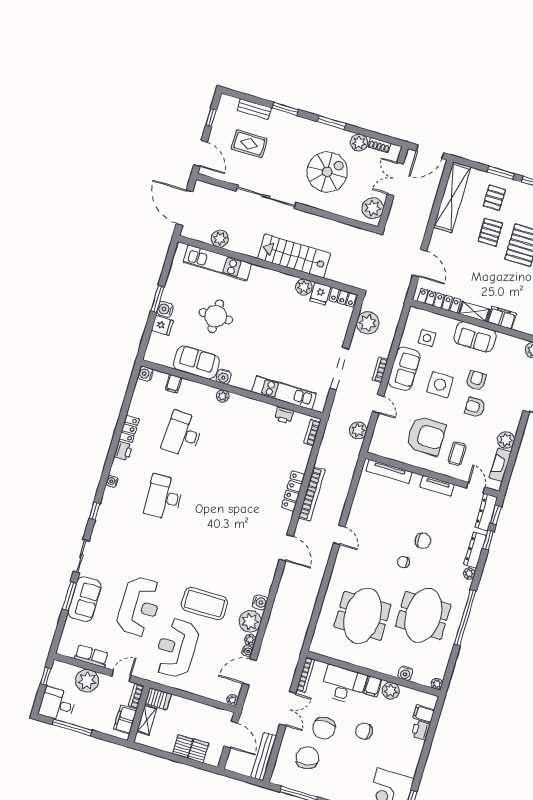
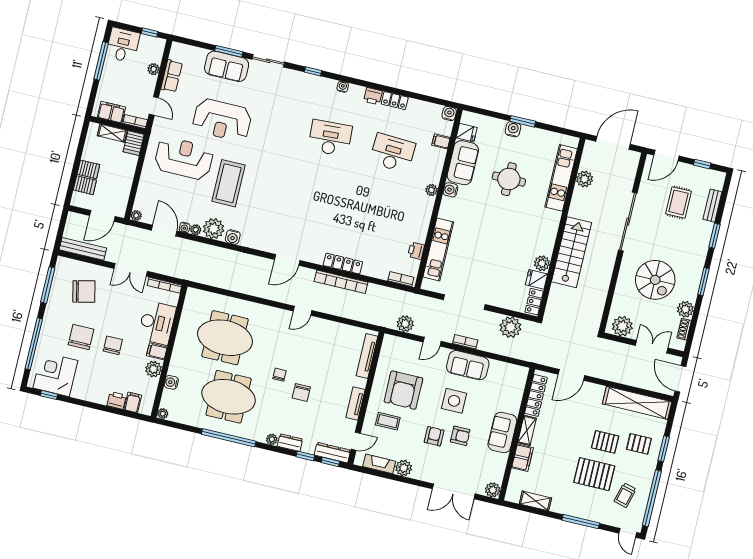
fridge: (162, 325) -> (467, 133), moved, turned -90
side table: (427, 338) -> (499, 386), removed
dresser: (475, 550) -> (290, 443), width x0.70
plant: (87, 681) -> (154, 69), width x0.53, depth x0.53
chair: (324, 728) -> (81, 337), moved, turned 90

